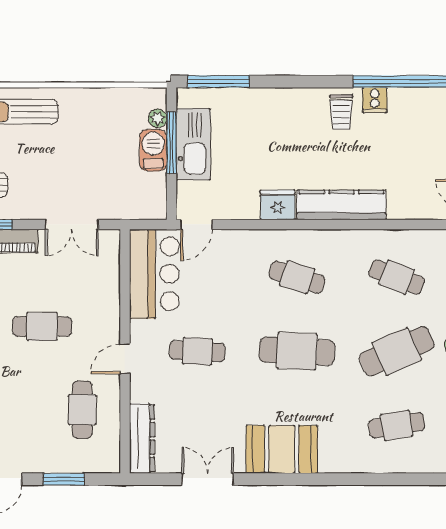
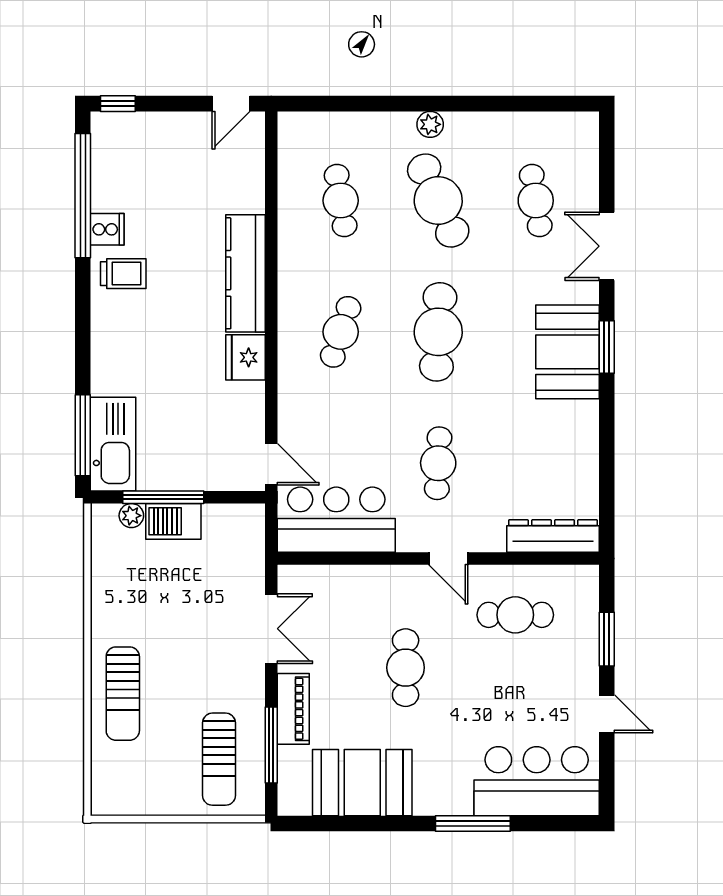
kitchen sink: (193, 144) -> (113, 444), moved, turned 90
cafe table: (397, 277) -> (341, 201), turned -30
double door: (208, 479) -> (607, 246), moved
window: (285, 479) -> (607, 347), added

